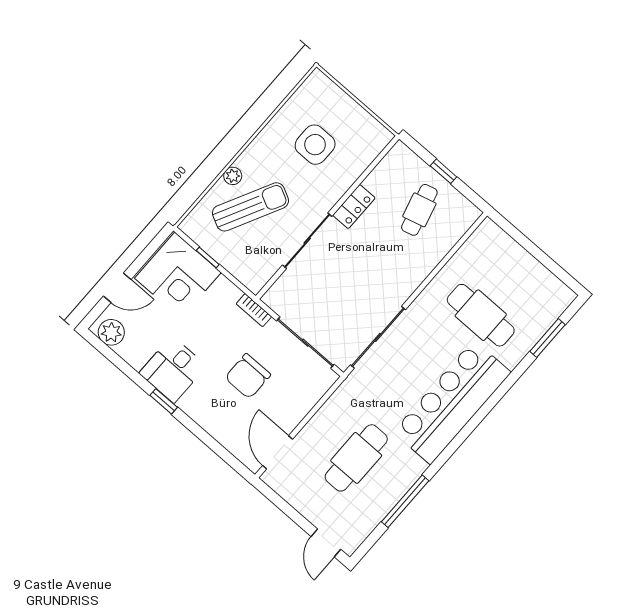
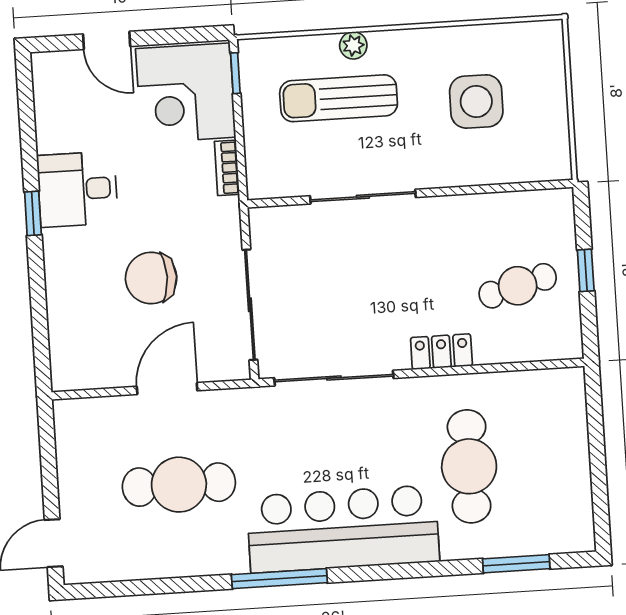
sun lounger: (250, 207) -> (339, 98), turned 153
locker: (354, 207) -> (441, 352), moved, turned 180
window: (208, 257) -> (235, 73), moved
bookcase: (254, 310) -> (227, 168), moved
plant: (111, 332) -> (52, 82), removed
door: (278, 452) -> (167, 389), moved
window: (405, 501) -> (279, 579), moved

